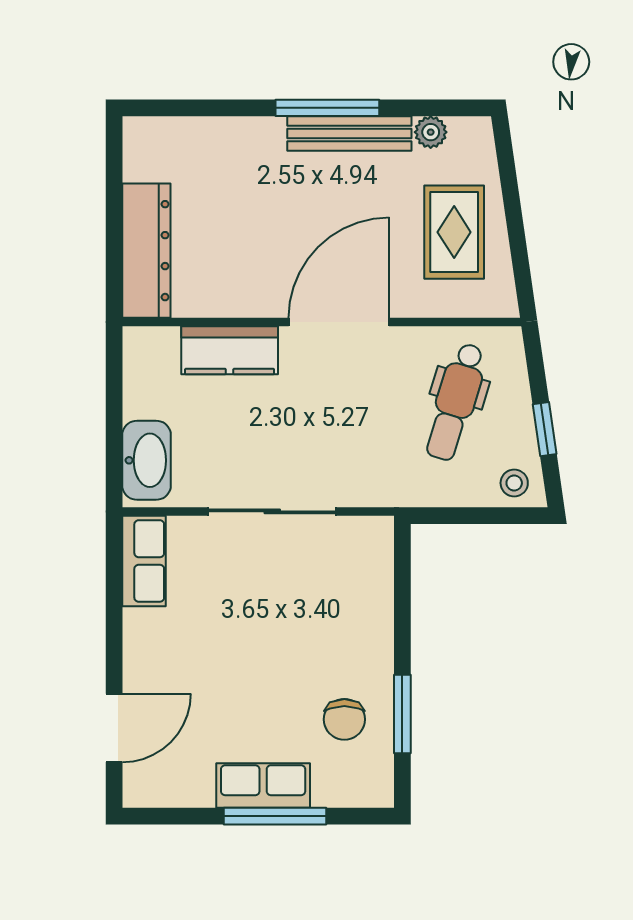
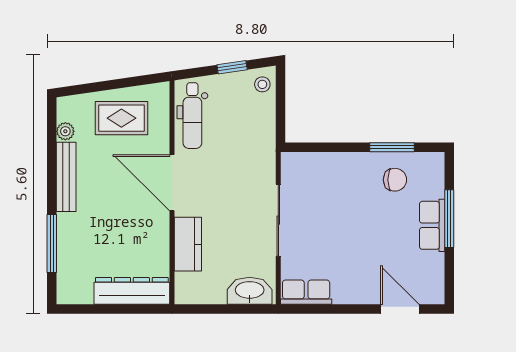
window: (327, 108) -> (52, 243), moved
dental chair: (456, 402) -> (192, 116), moved, turned 73

